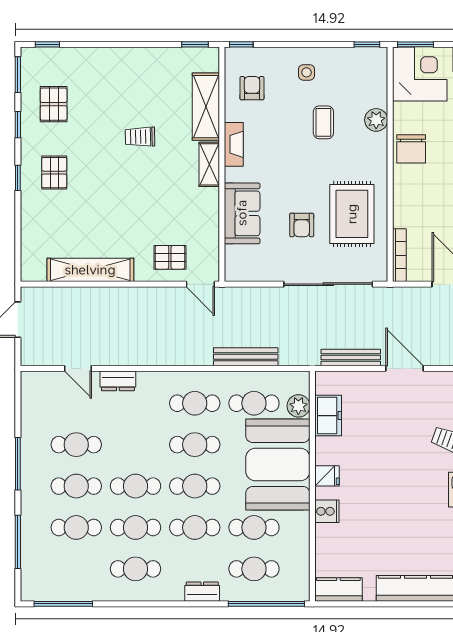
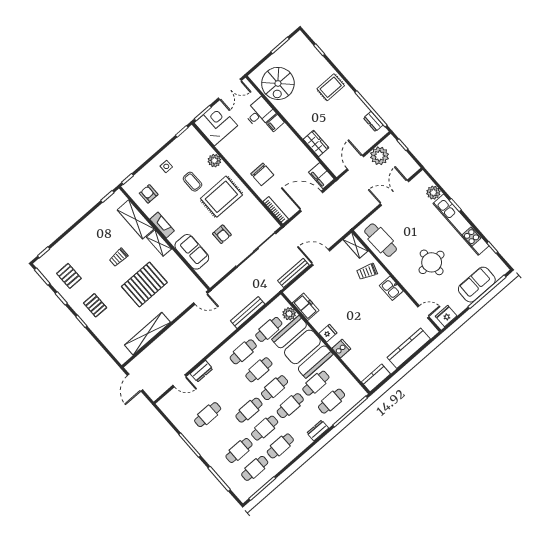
chair: (411, 149) -> (262, 174), moved
rug: (352, 214) -> (221, 197), moved, turned 90
pallet: (170, 257) -> (144, 284), moved, width x2.05, depth x2.00
cafe table: (76, 486) -> (255, 468), moved

